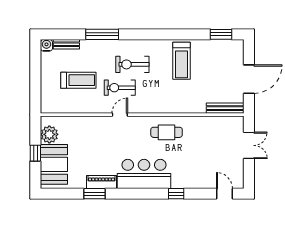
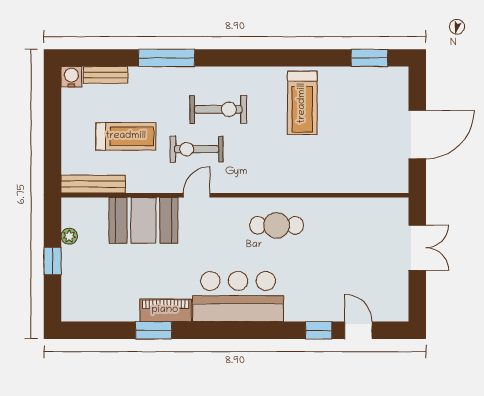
exercise bike: (132, 64) -> (218, 109), turned 180
bench: (225, 108) -> (93, 184), moved
plant: (49, 134) -> (69, 236), width x0.53, depth x0.53
booth: (54, 164) -> (143, 220), moved, turned 90
window: (176, 194) -> (319, 330), moved
door: (224, 194) -> (358, 330), moved

